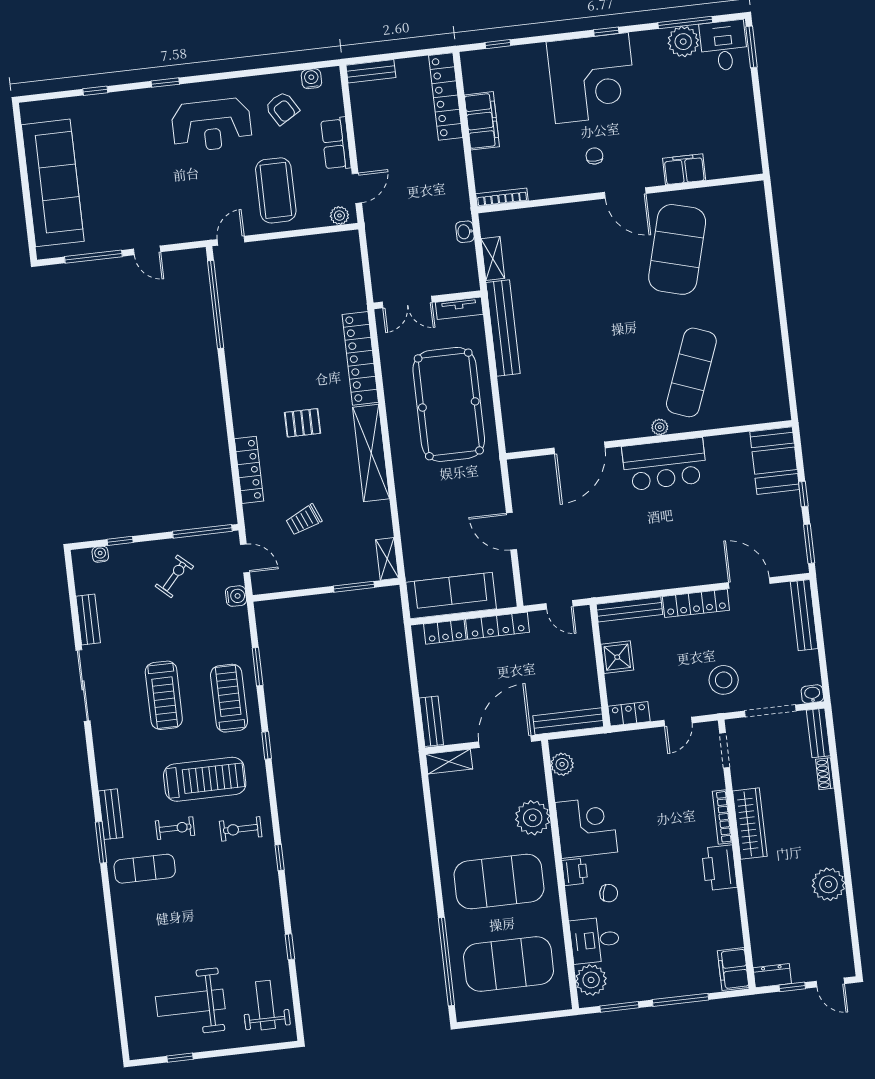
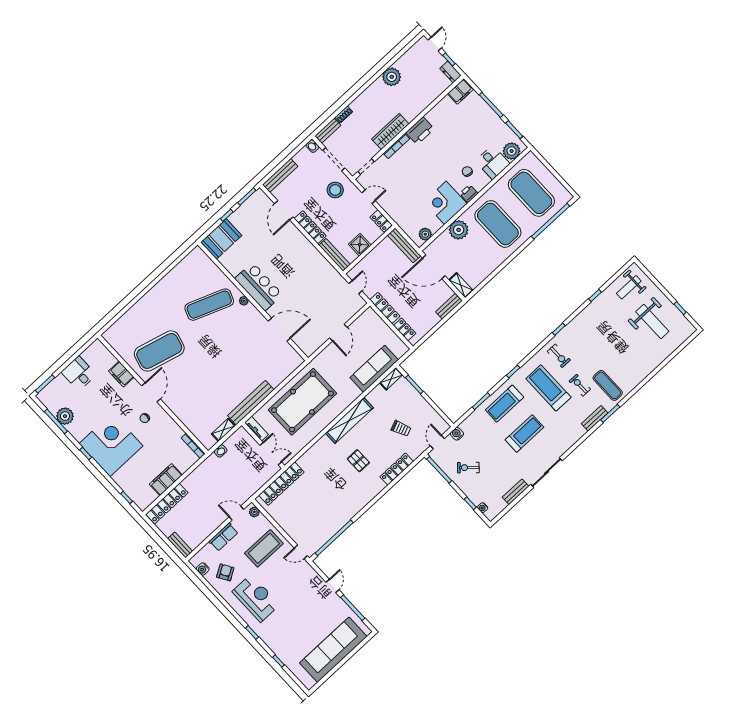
desk: (724, 46) -> (79, 373), moved, turned 90
locker: (360, 358) -> (281, 484), moved
sofa: (451, 596) -> (374, 369), moved, turned 90

